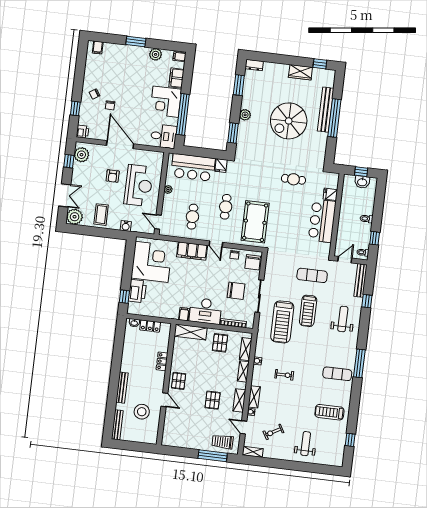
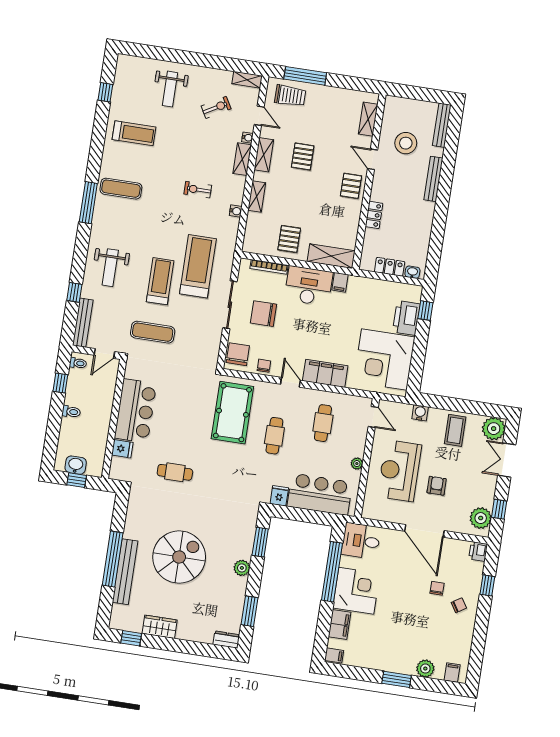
plant: (156, 54) -> (425, 669), moved
shelving: (246, 349) -> (368, 119), moved

